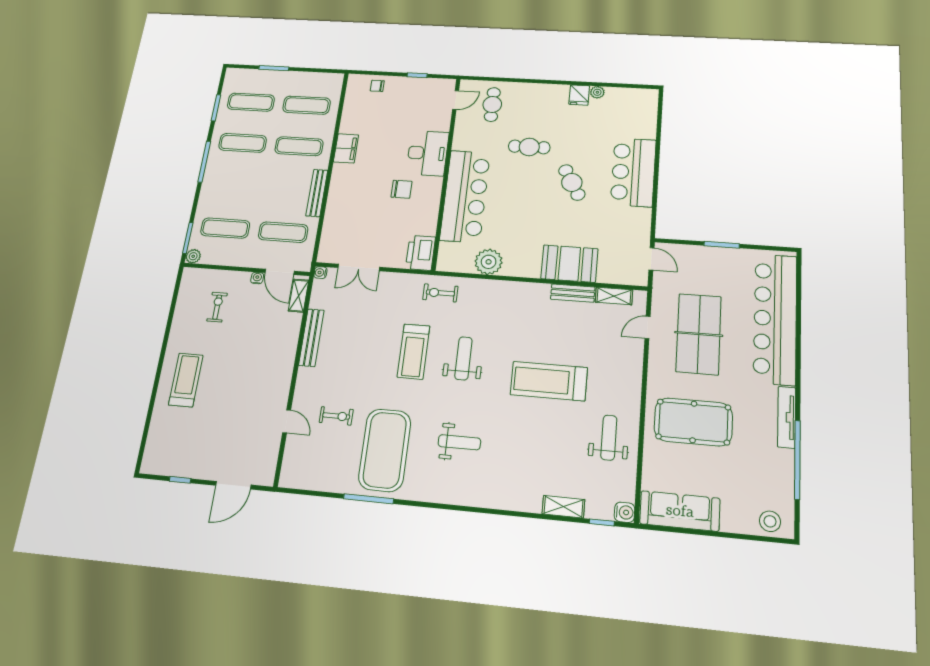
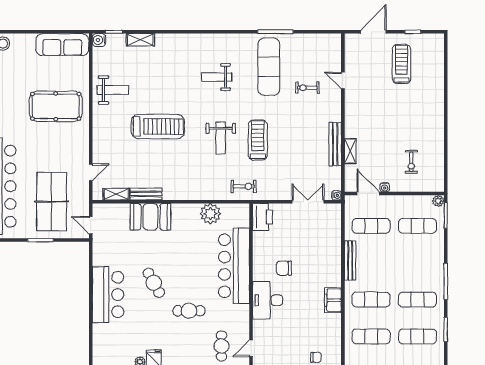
shelving: (299, 296) -> (350, 151), moved
table tennis table: (699, 334) -> (52, 202), moved
treadmill: (186, 380) -> (401, 64), moved, turned 180
weight bench: (609, 438) -> (113, 90), turned -90
exercise mat: (385, 450) -> (269, 67), width x0.68

